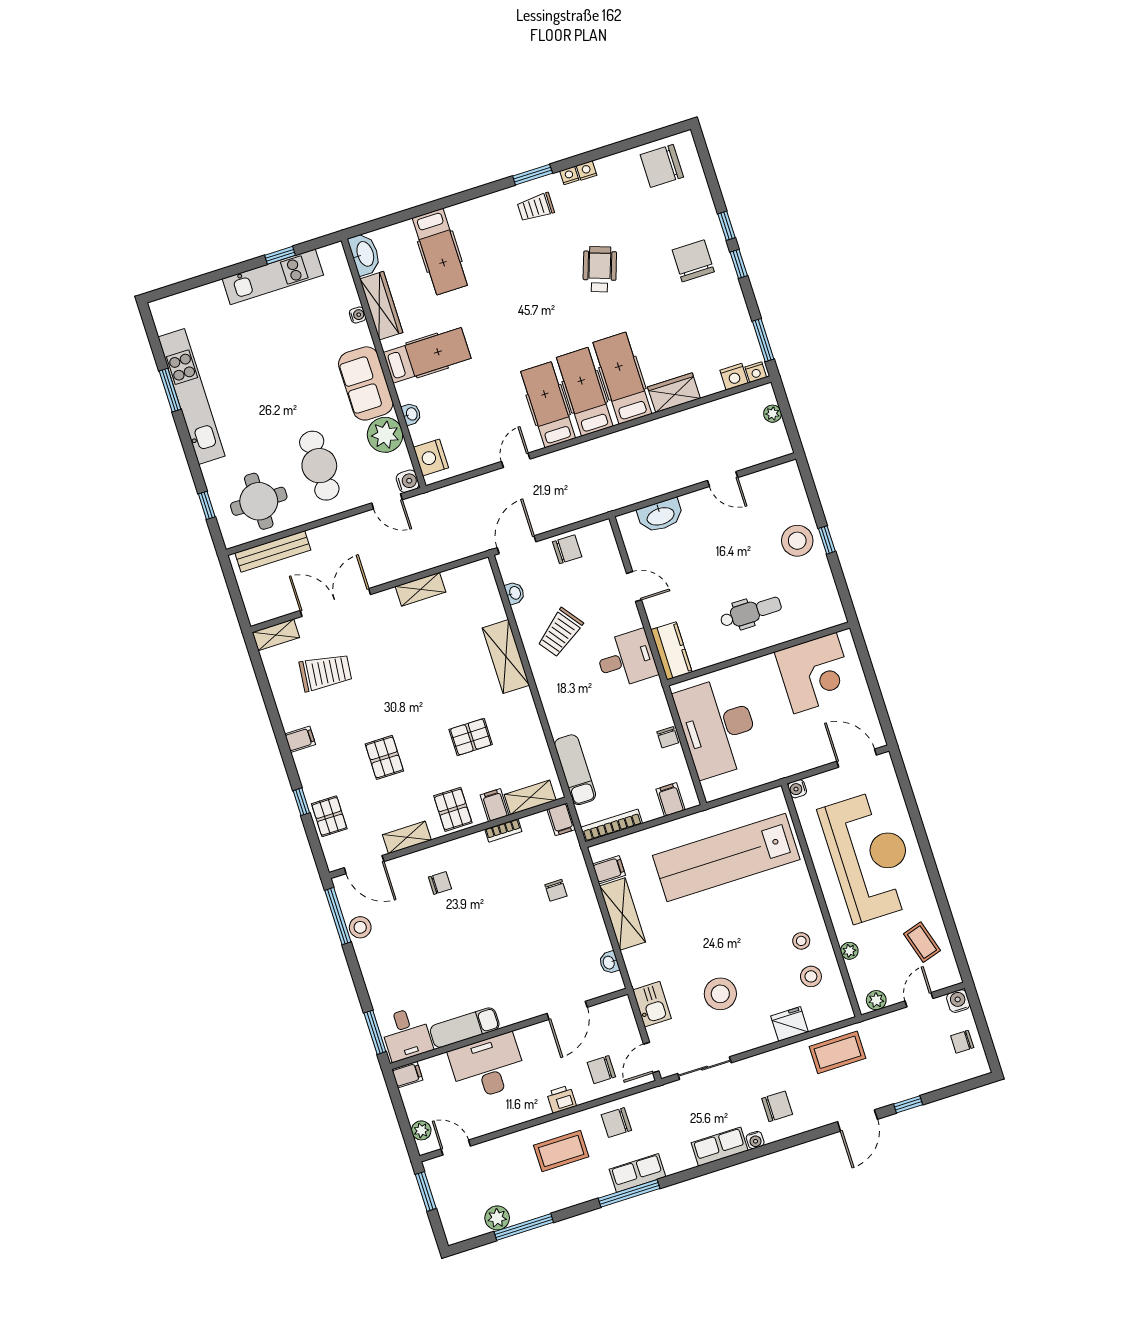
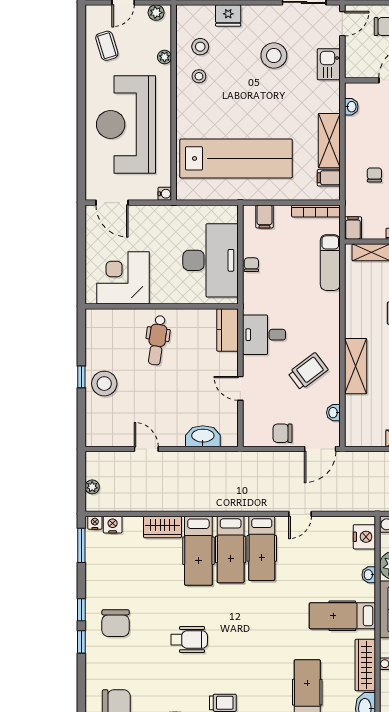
wheelchair: (600, 269) -> (189, 640), turned -109
dental chair: (751, 612) -> (157, 340), turned -82

